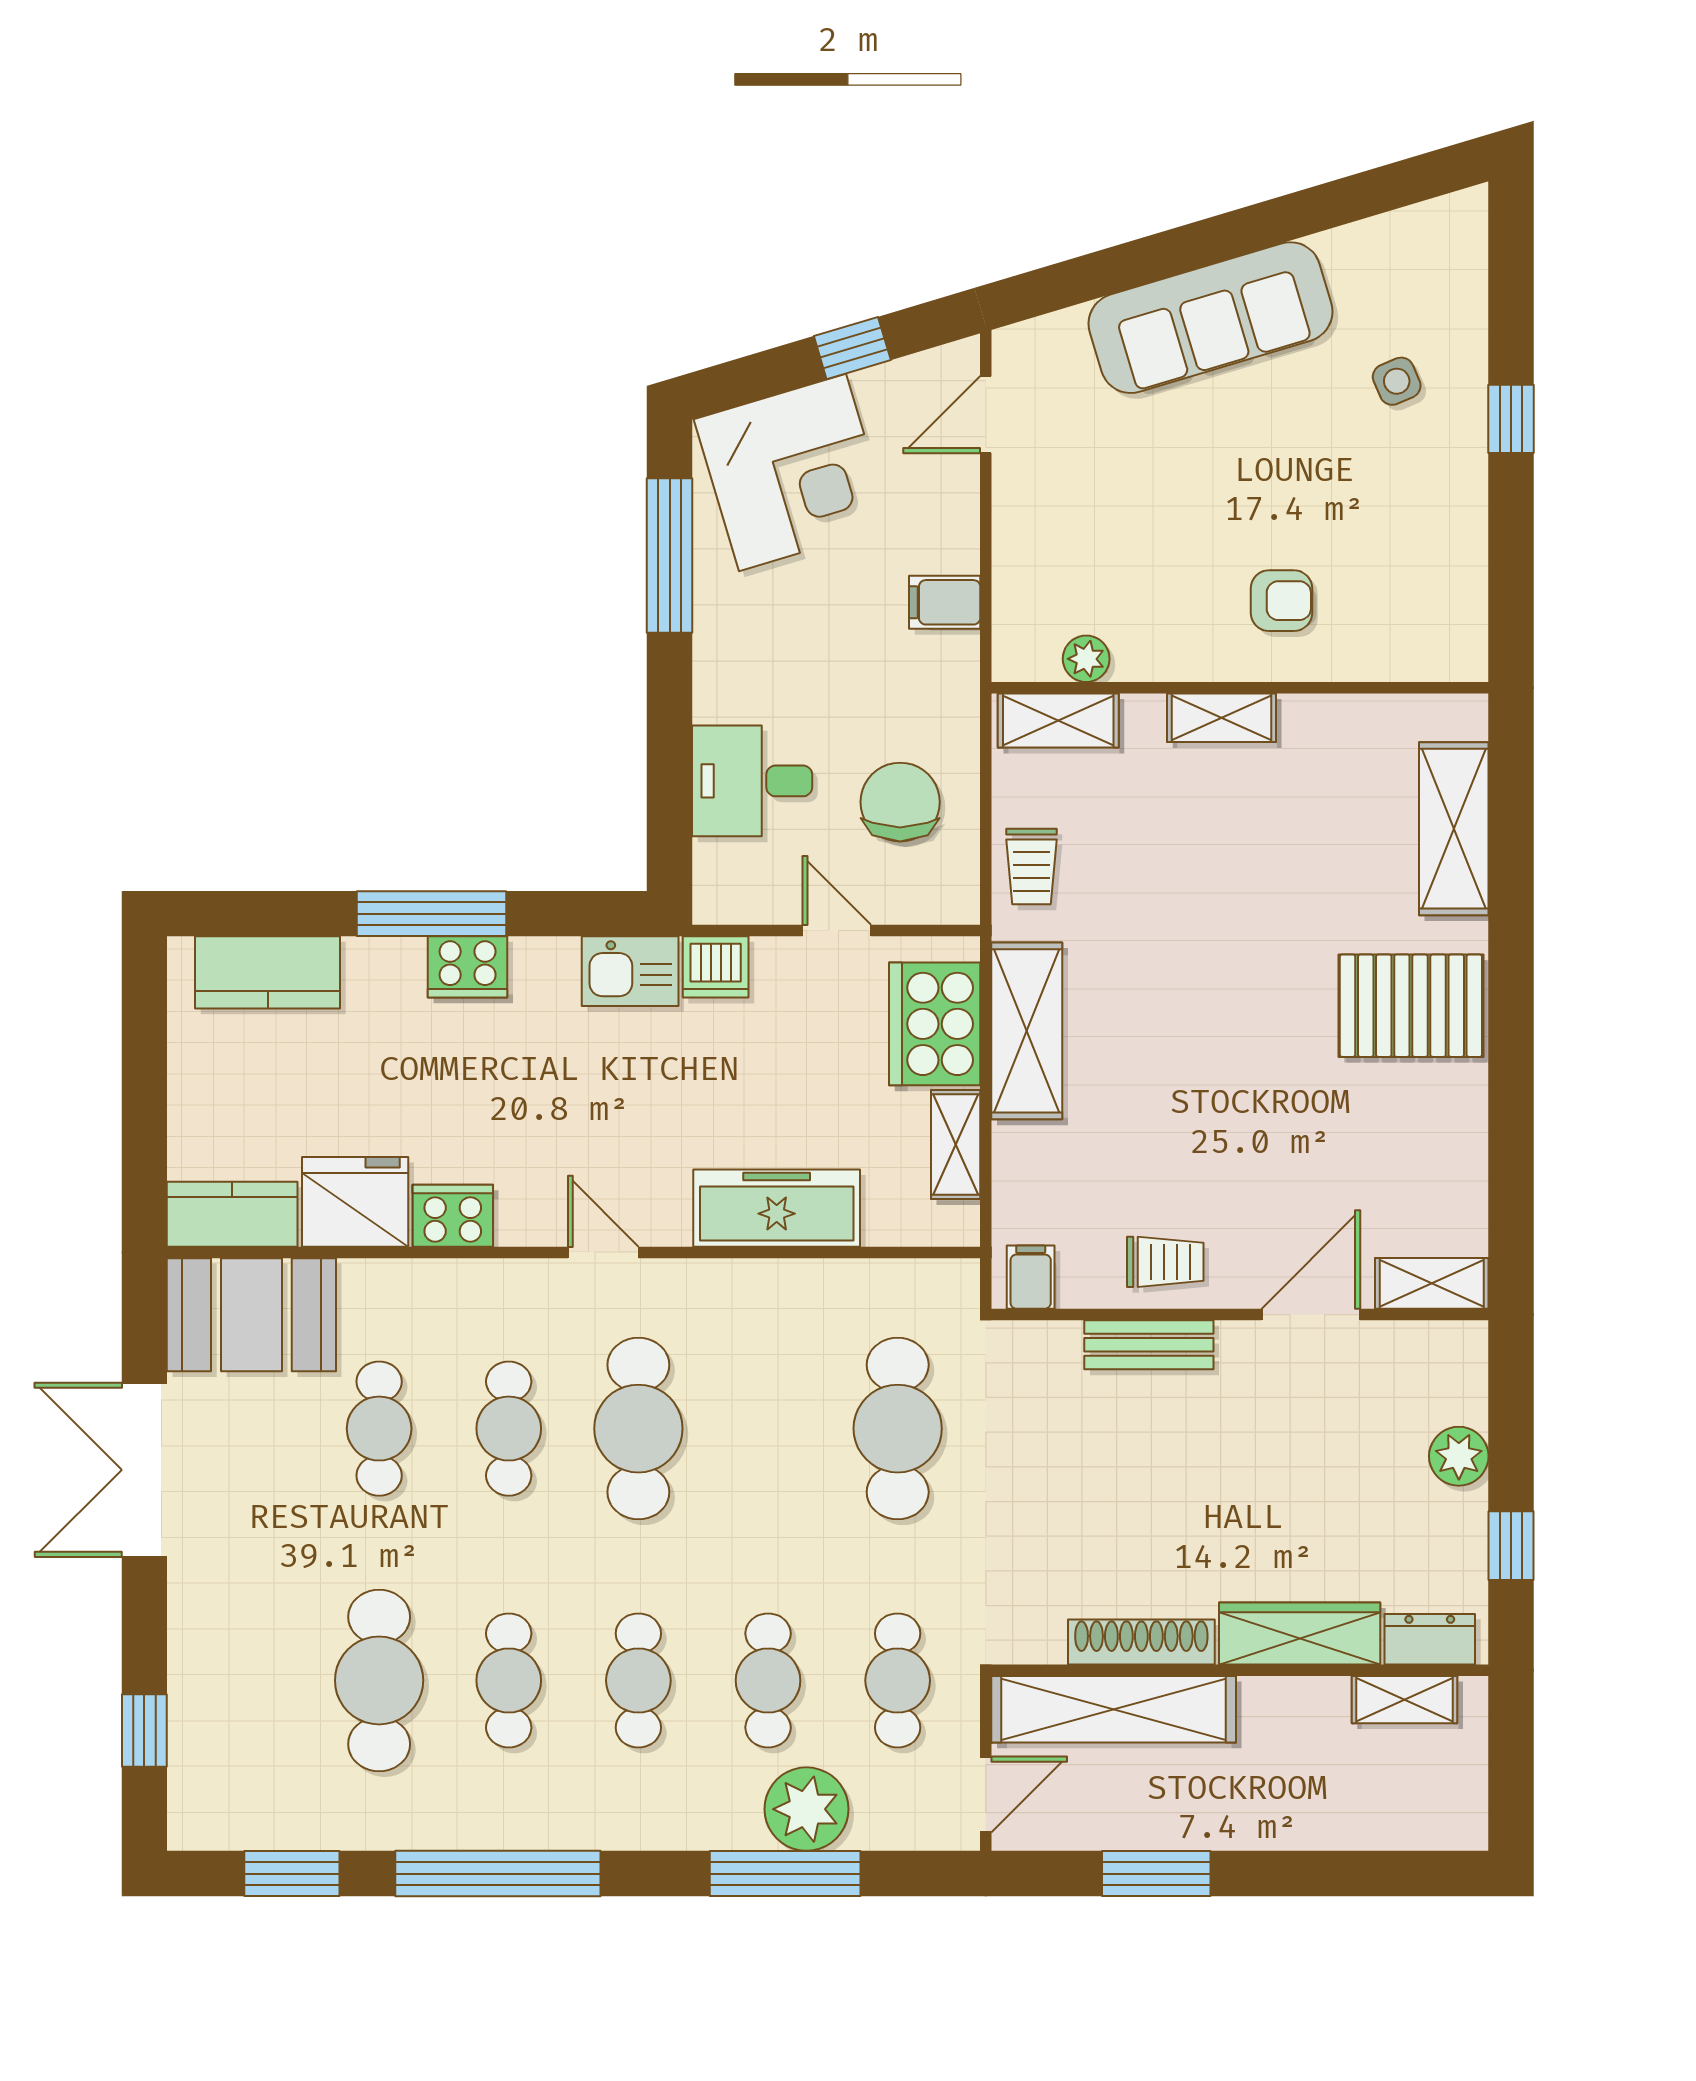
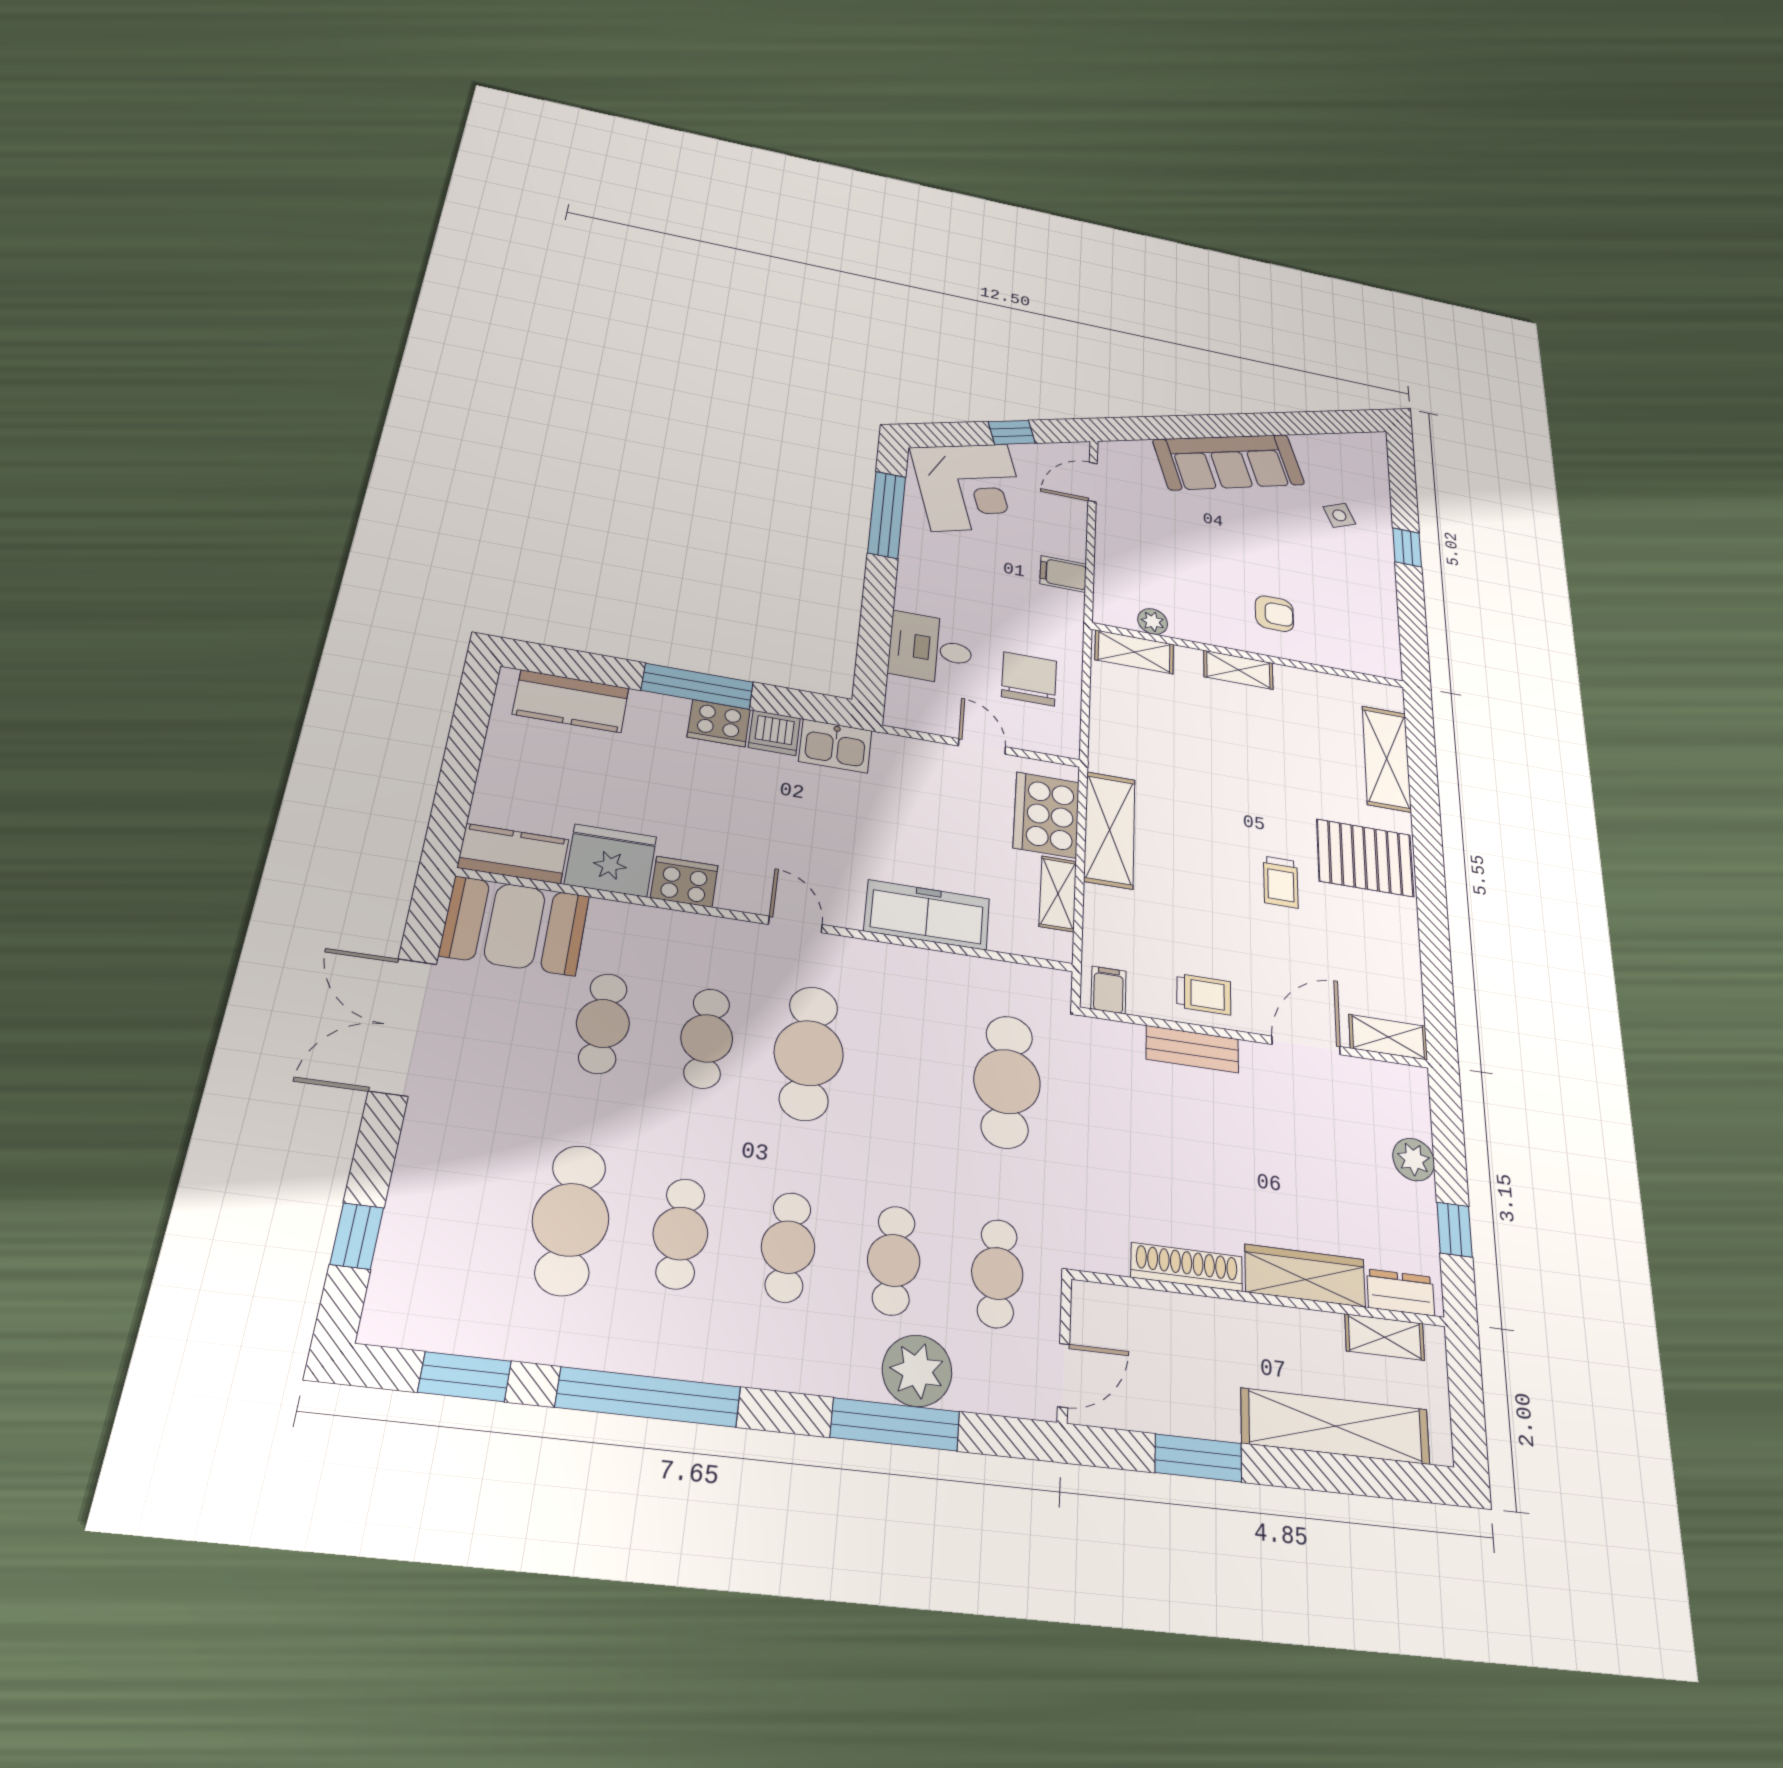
trolley: (1032, 867) -> (1281, 882), moved
dishwasher: (716, 967) -> (774, 733), moved
shelving: (1114, 1709) -> (1335, 1426), moved

